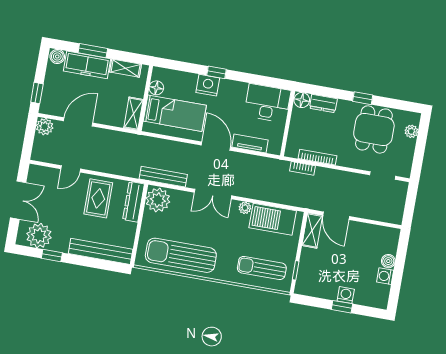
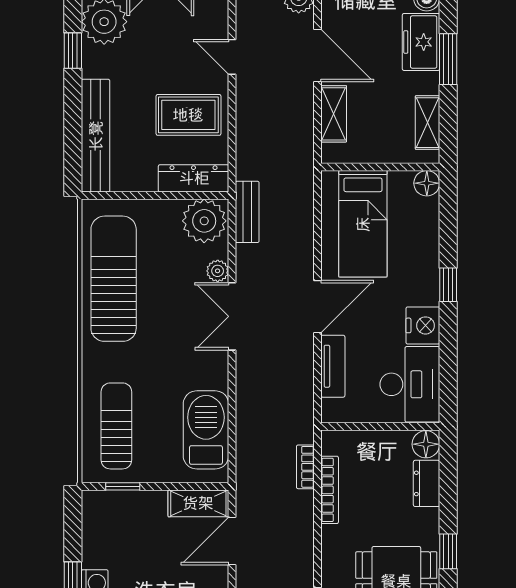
freezer: (87, 65) -> (421, 42), width x0.71
nightstand: (208, 85) -> (423, 325), moved
floor lamp: (156, 88) -> (427, 183), moved
shelving: (133, 114) -> (334, 114), moved, turned 90
bench: (163, 177) -> (247, 212), width x0.73
plant: (245, 208) -> (218, 271), moved

